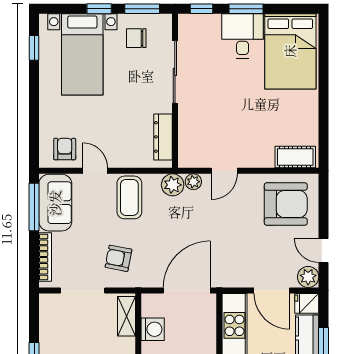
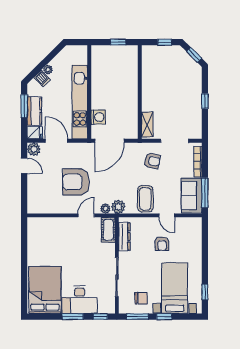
desk: (243, 36) -> (80, 300), width x1.37
armchair: (65, 149) -> (162, 244), moved
cot: (295, 157) -> (108, 230), moved, turned 90
armchair: (286, 204) -> (76, 182), moved
washing machine: (153, 329) -> (98, 117), moved, turned 180

